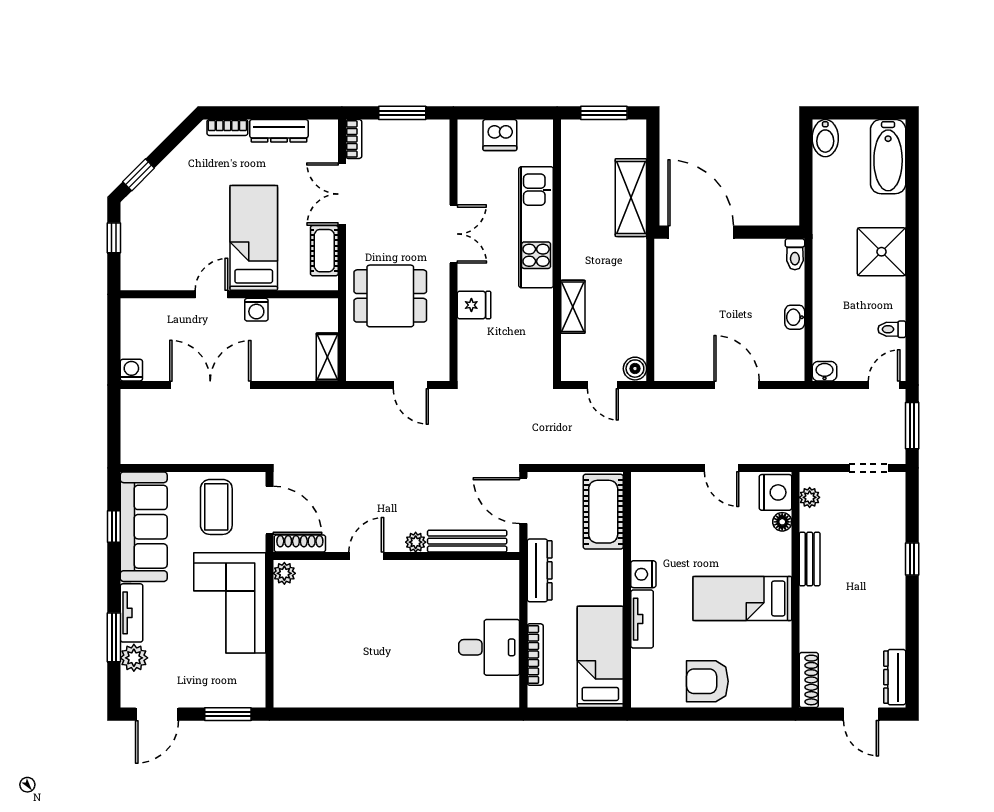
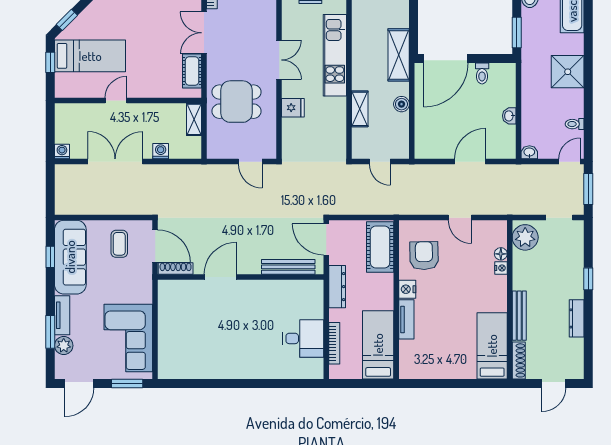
window: (806, 193) -> (517, 32), added
shelving: (631, 198) -> (399, 55), moved
door: (701, 232) -> (446, 59), swing flipped
bed: (254, 238) -> (90, 56), moved, turned 90
toilet: (795, 254) -> (482, 73), moved
washing machine: (256, 310) -> (161, 151), moved, turned 180
shelving: (327, 357) -> (194, 119), moved
boiler: (635, 369) -> (401, 104), moved
door: (737, 385) -> (470, 162), hinge flipped
nightstand: (775, 492) -> (501, 268), moved, width x0.53, depth x0.56
plant: (810, 497) -> (525, 237), width x1.88, depth x1.88
coffee table: (216, 507) -> (119, 244), width x0.73, depth x0.77
plant: (416, 542) -> (254, 268), removed
door: (366, 556) -> (220, 277), width x1.38
bench: (810, 559) -> (519, 316), moved, width x1.36
plant: (284, 573) -> (165, 289), removed
bed: (742, 599) -> (492, 346), moved, turned 90
corner sofa: (230, 603) -> (128, 338), moved
dresser: (895, 677) -> (577, 318), moved
armchair: (707, 681) -> (424, 256), moved, turned 89
door: (861, 714) -> (554, 383), hinge flipped

